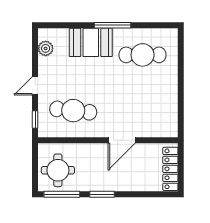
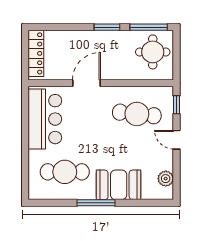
door: (35, 86) -> (177, 140), swing flipped
bar counter: (162, 106) -> (45, 119), added

